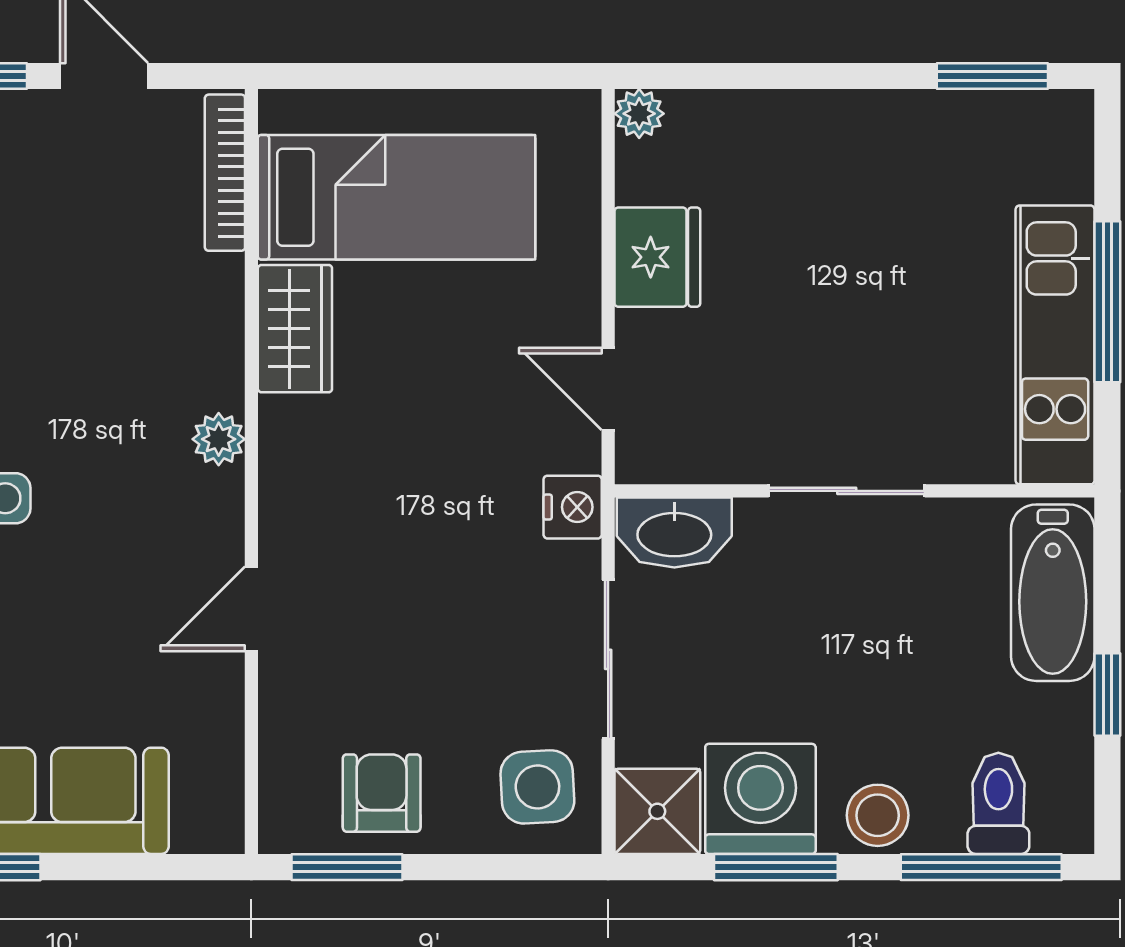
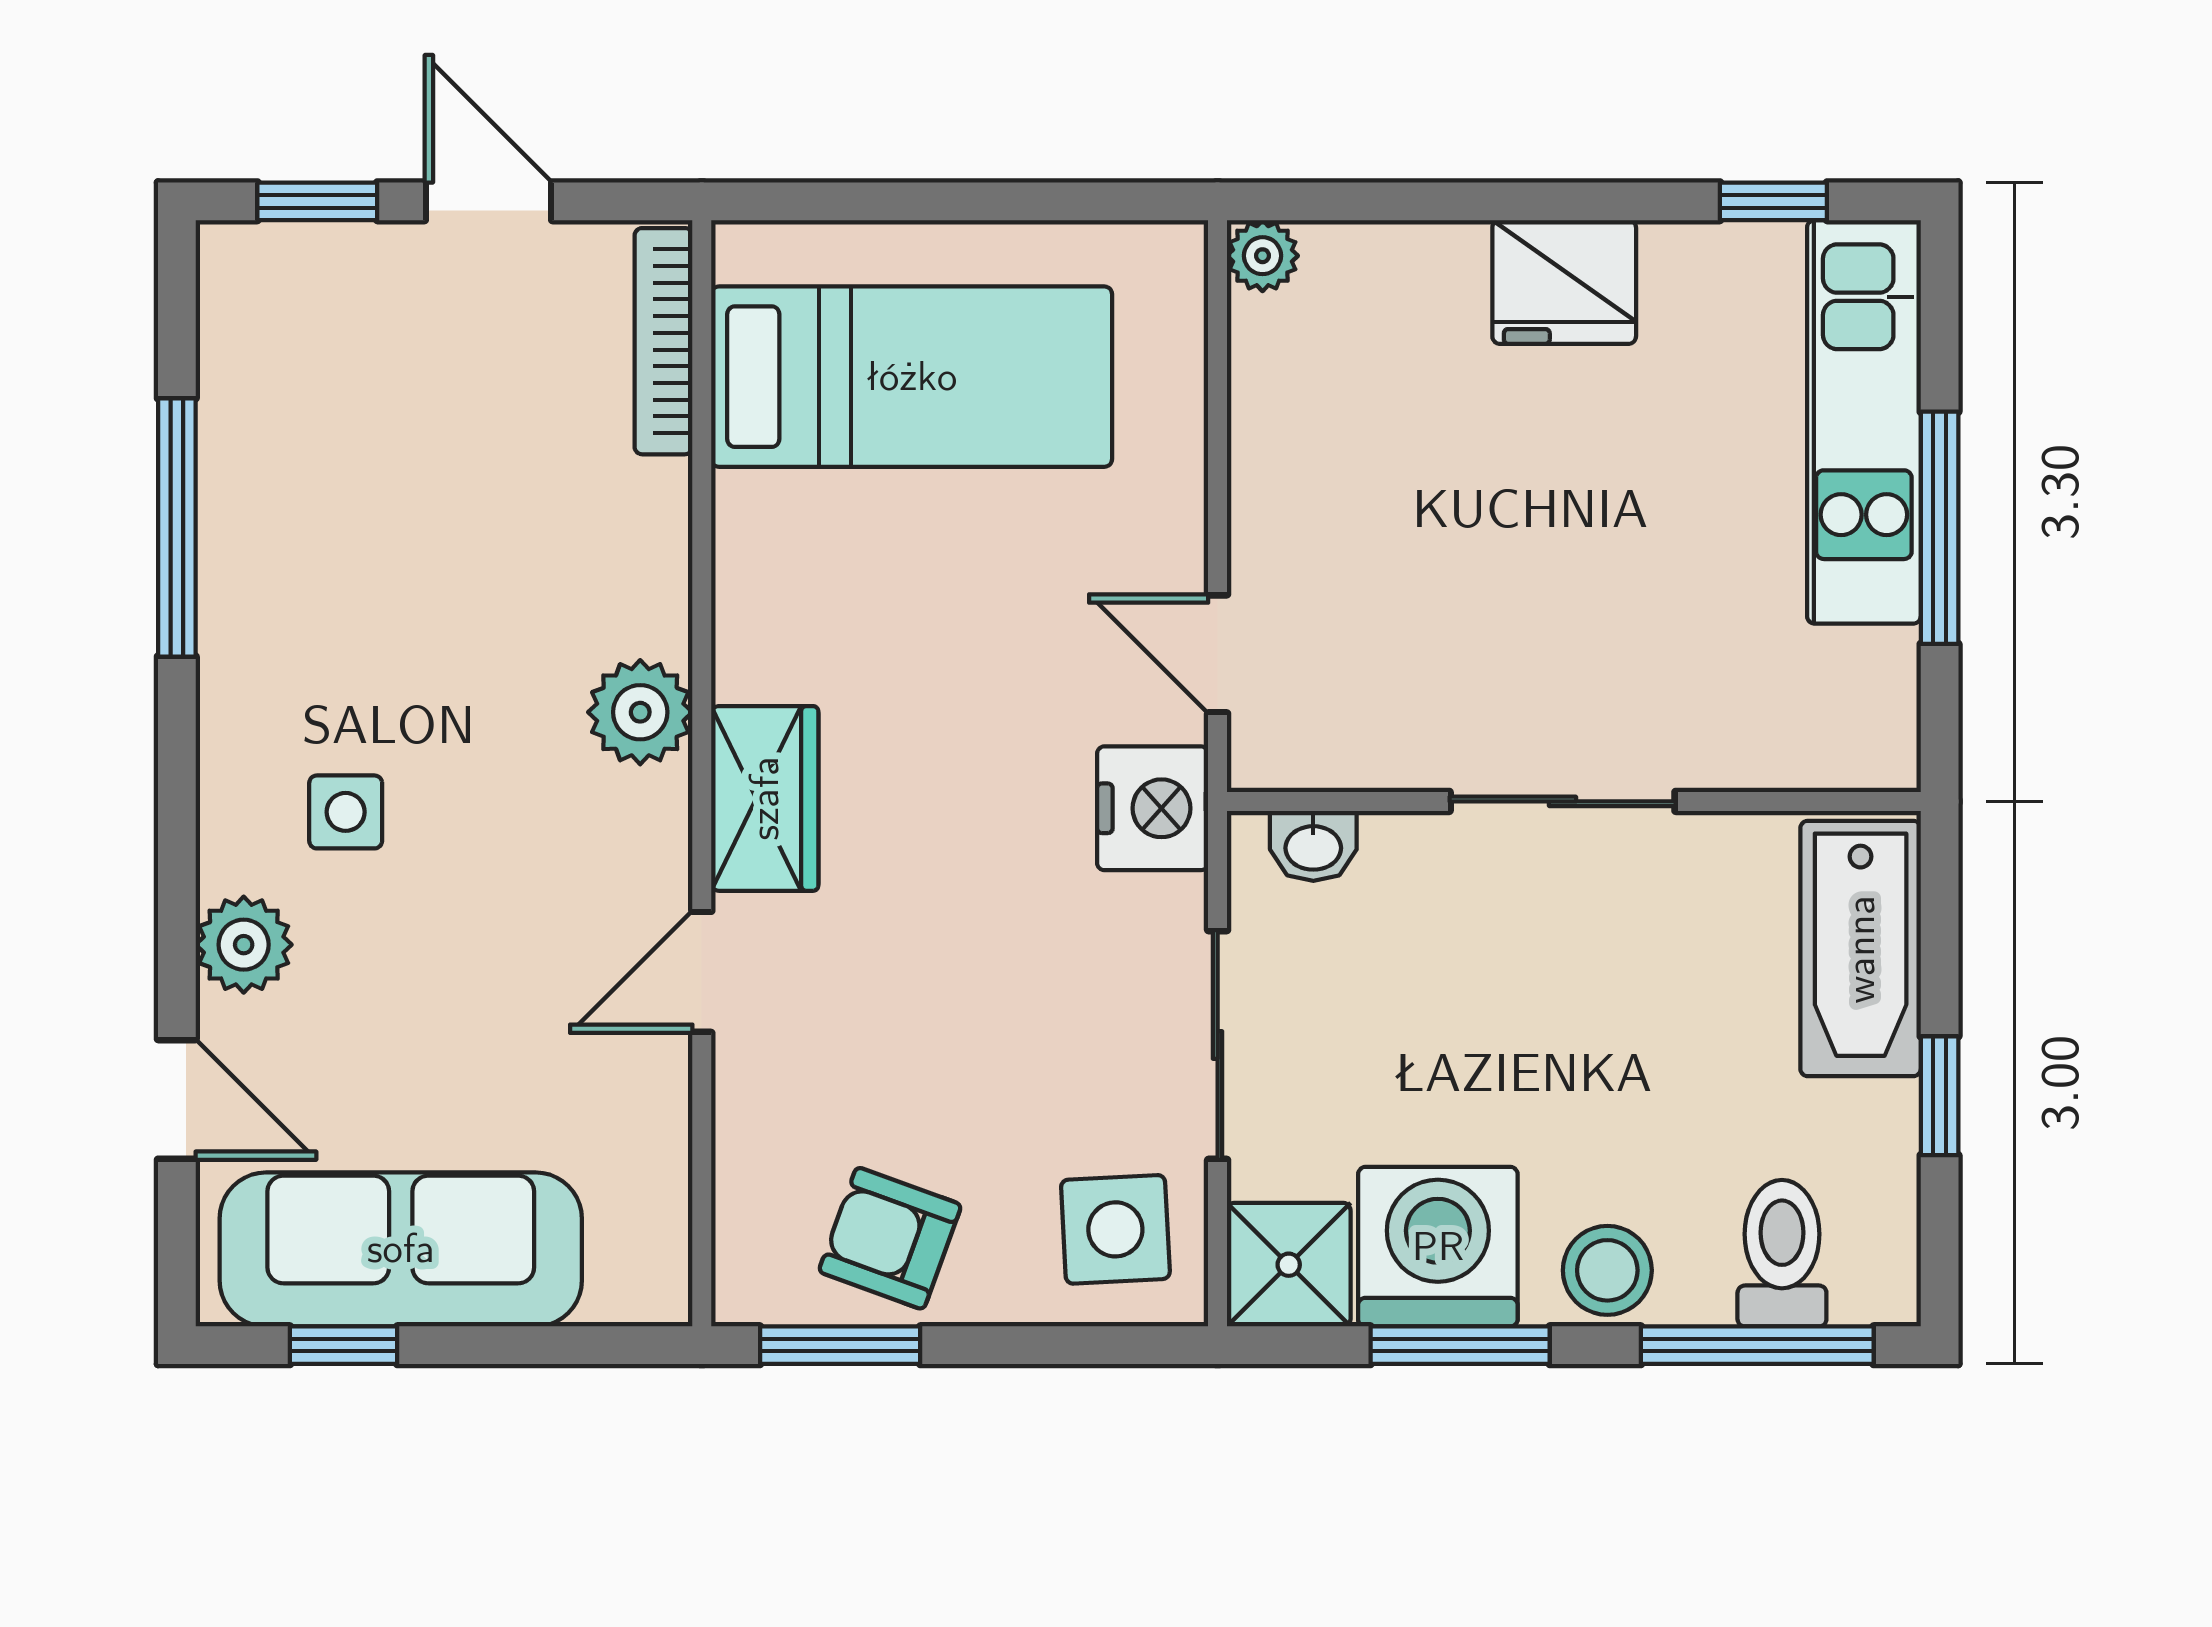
window: (992, 76) -> (1773, 201), width x0.67
fridge: (657, 257) -> (1564, 282), moved, turned 90
wardrobe: (295, 329) -> (765, 798), moved
kitchen unit: (1055, 345) -> (1864, 422), moved
plant: (219, 439) -> (640, 712), width x1.38, depth x1.38
nightstand: (573, 507) -> (1153, 808), width x1.36, depth x1.33
washbasin: (674, 533) -> (1313, 846), width x0.52, depth x0.69
armchair: (382, 793) -> (890, 1238), turned -70

